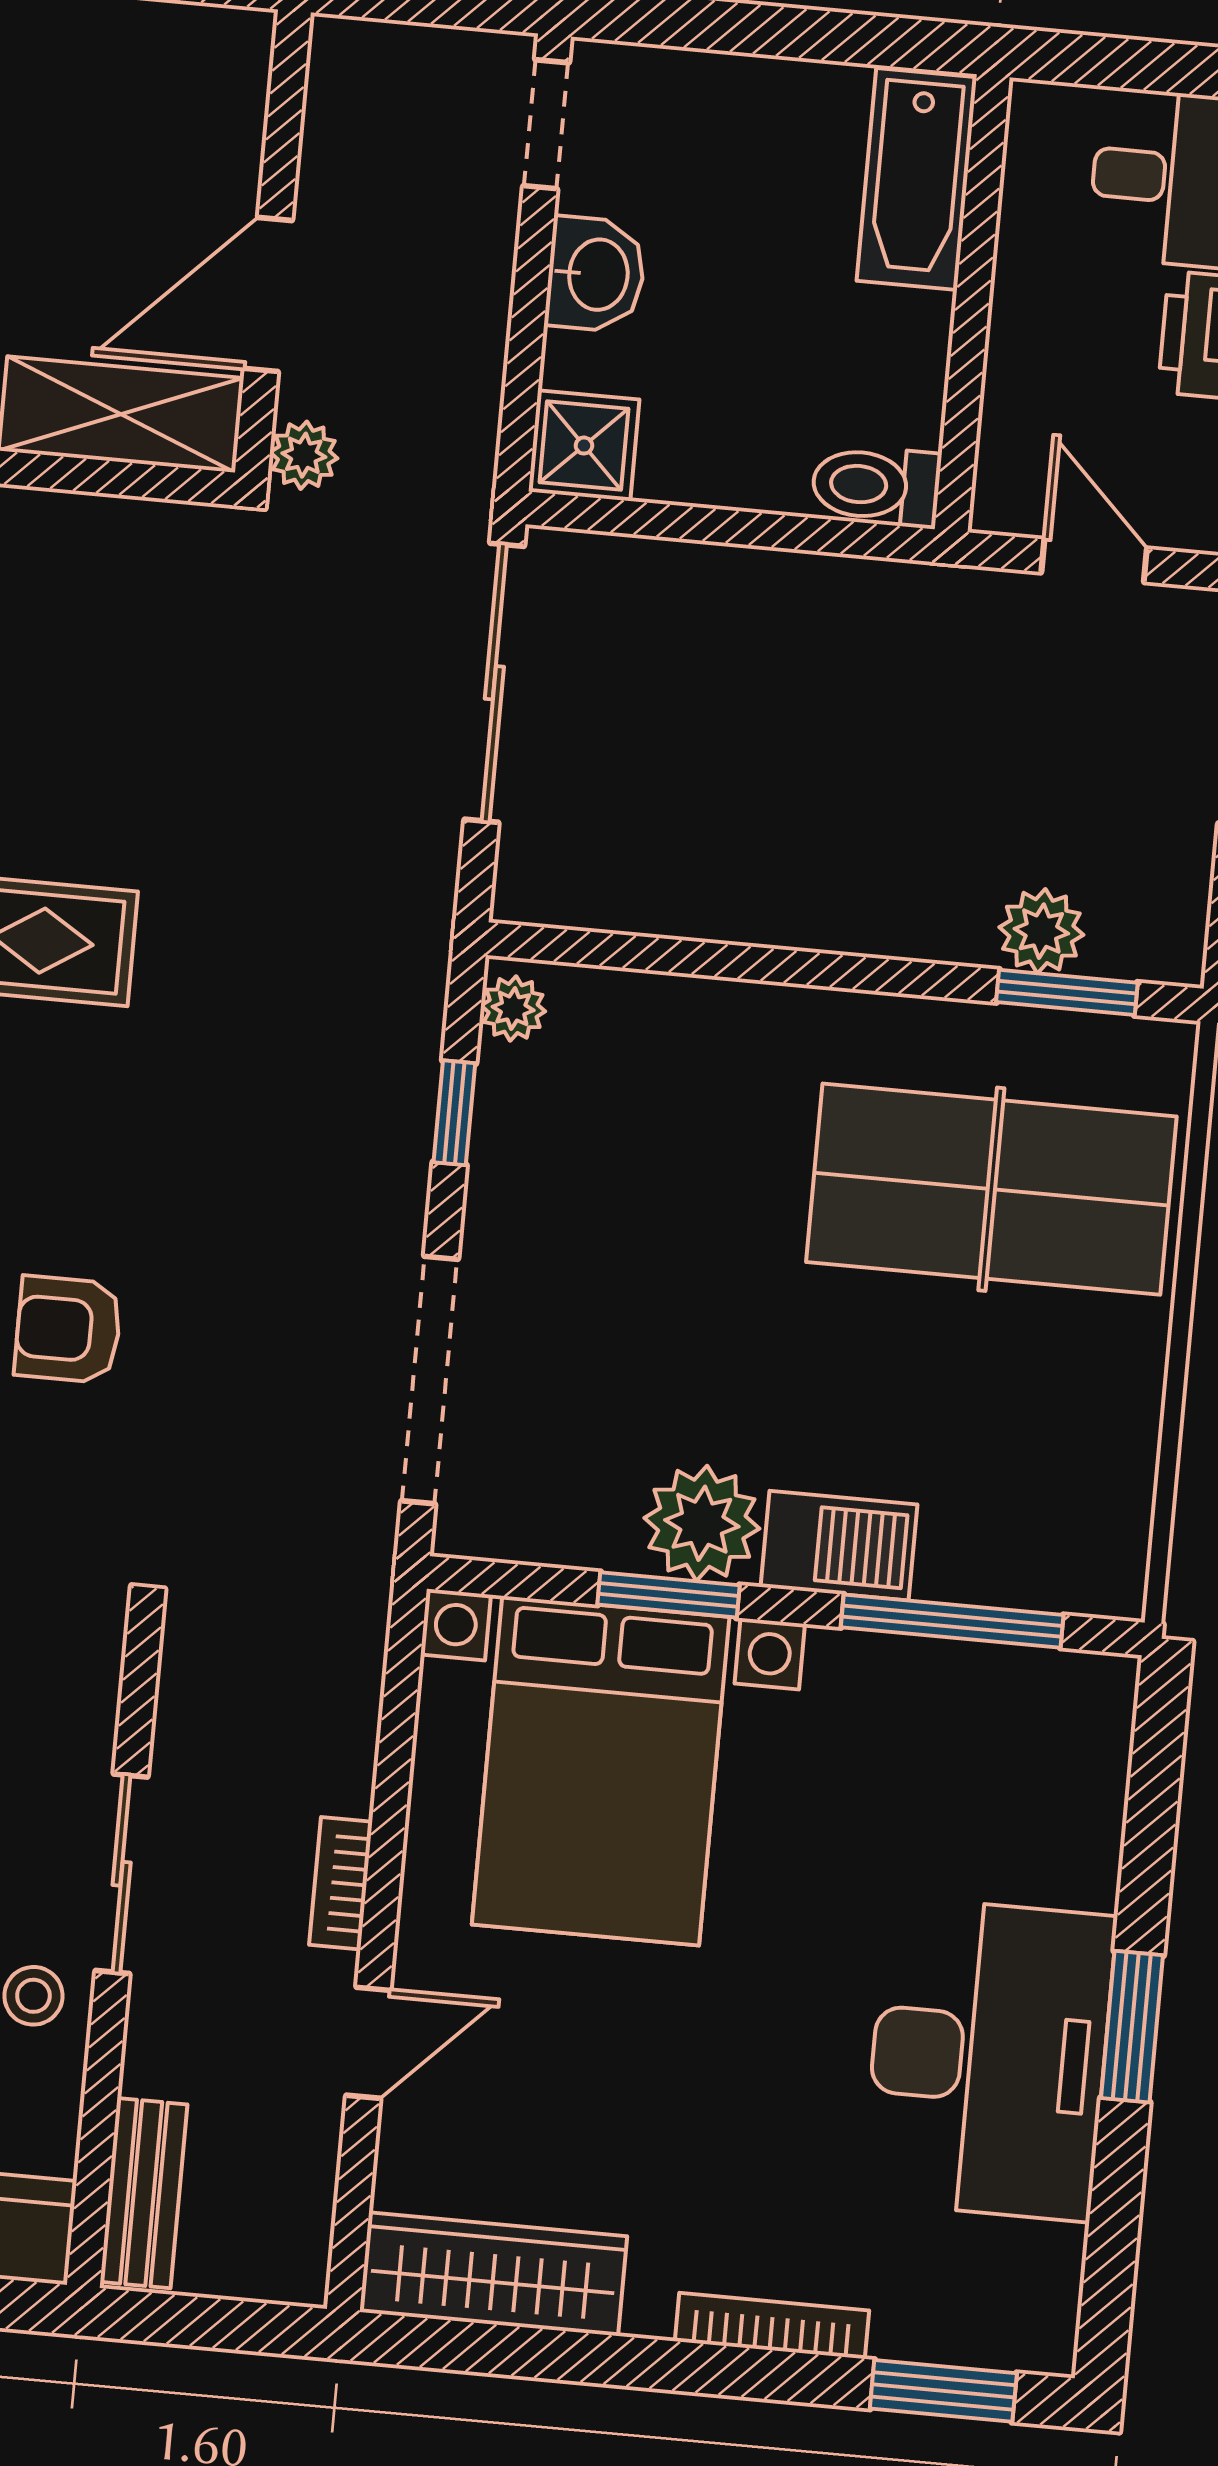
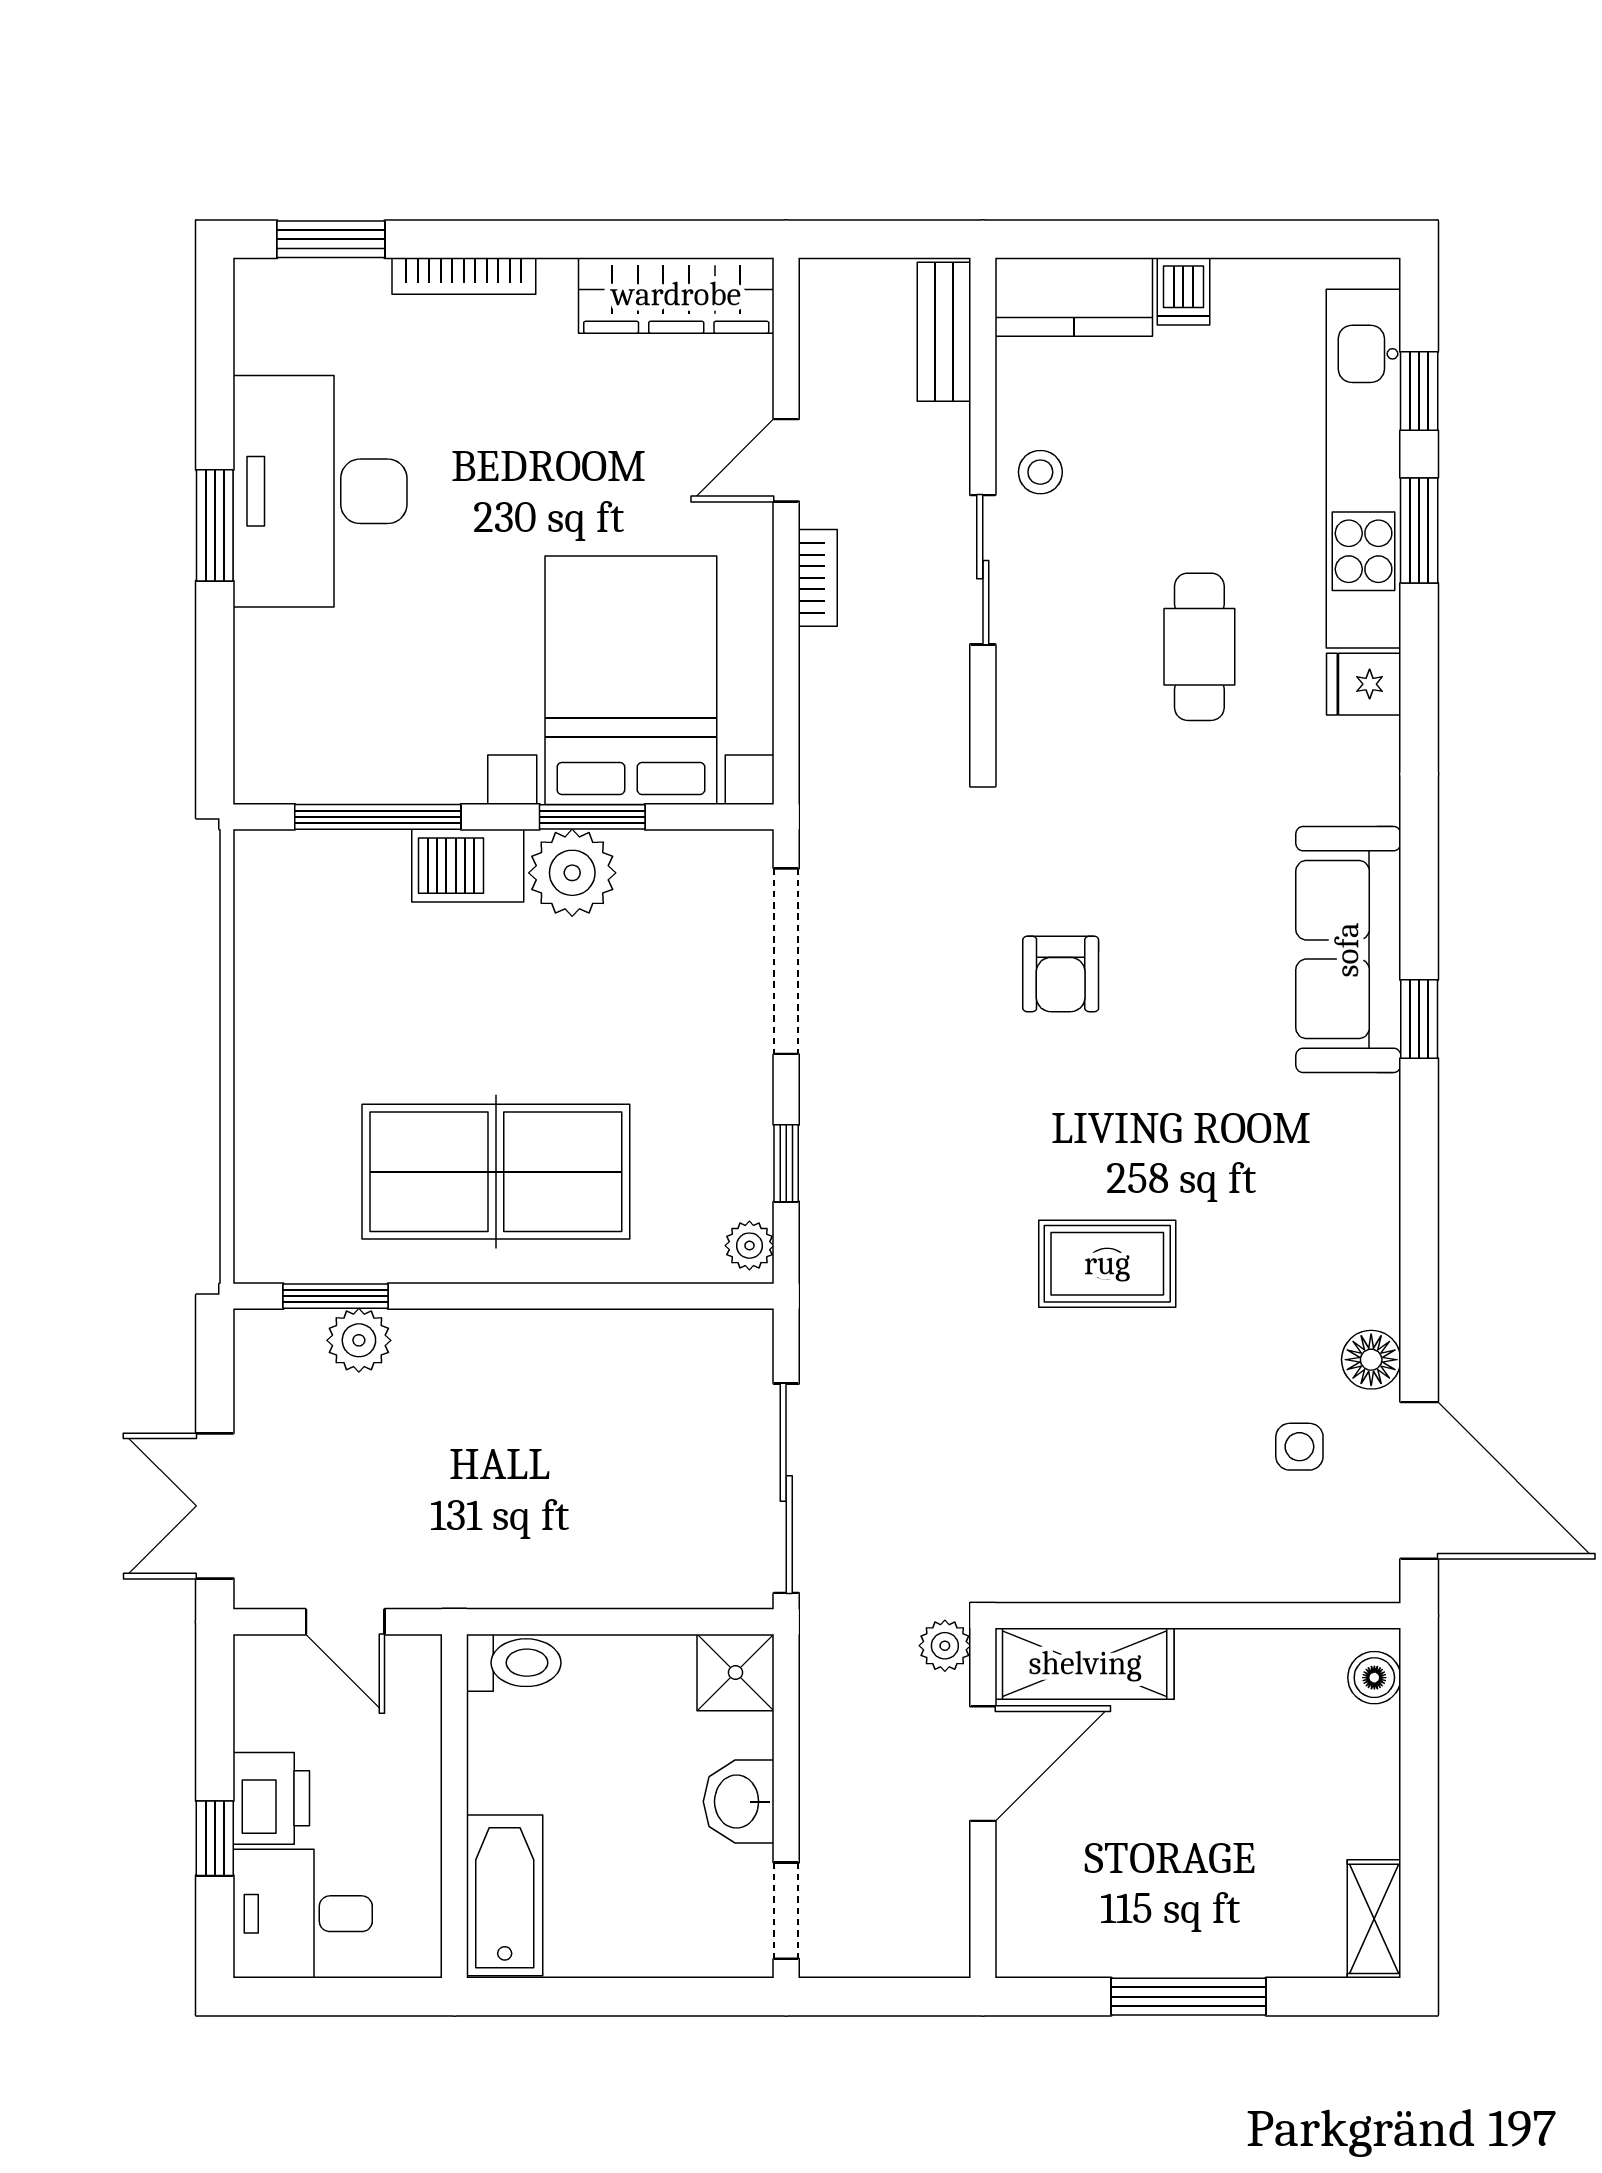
table tennis table: (991, 1189) -> (496, 1172), moved
armchair: (68, 1330) -> (1061, 974), turned 90

